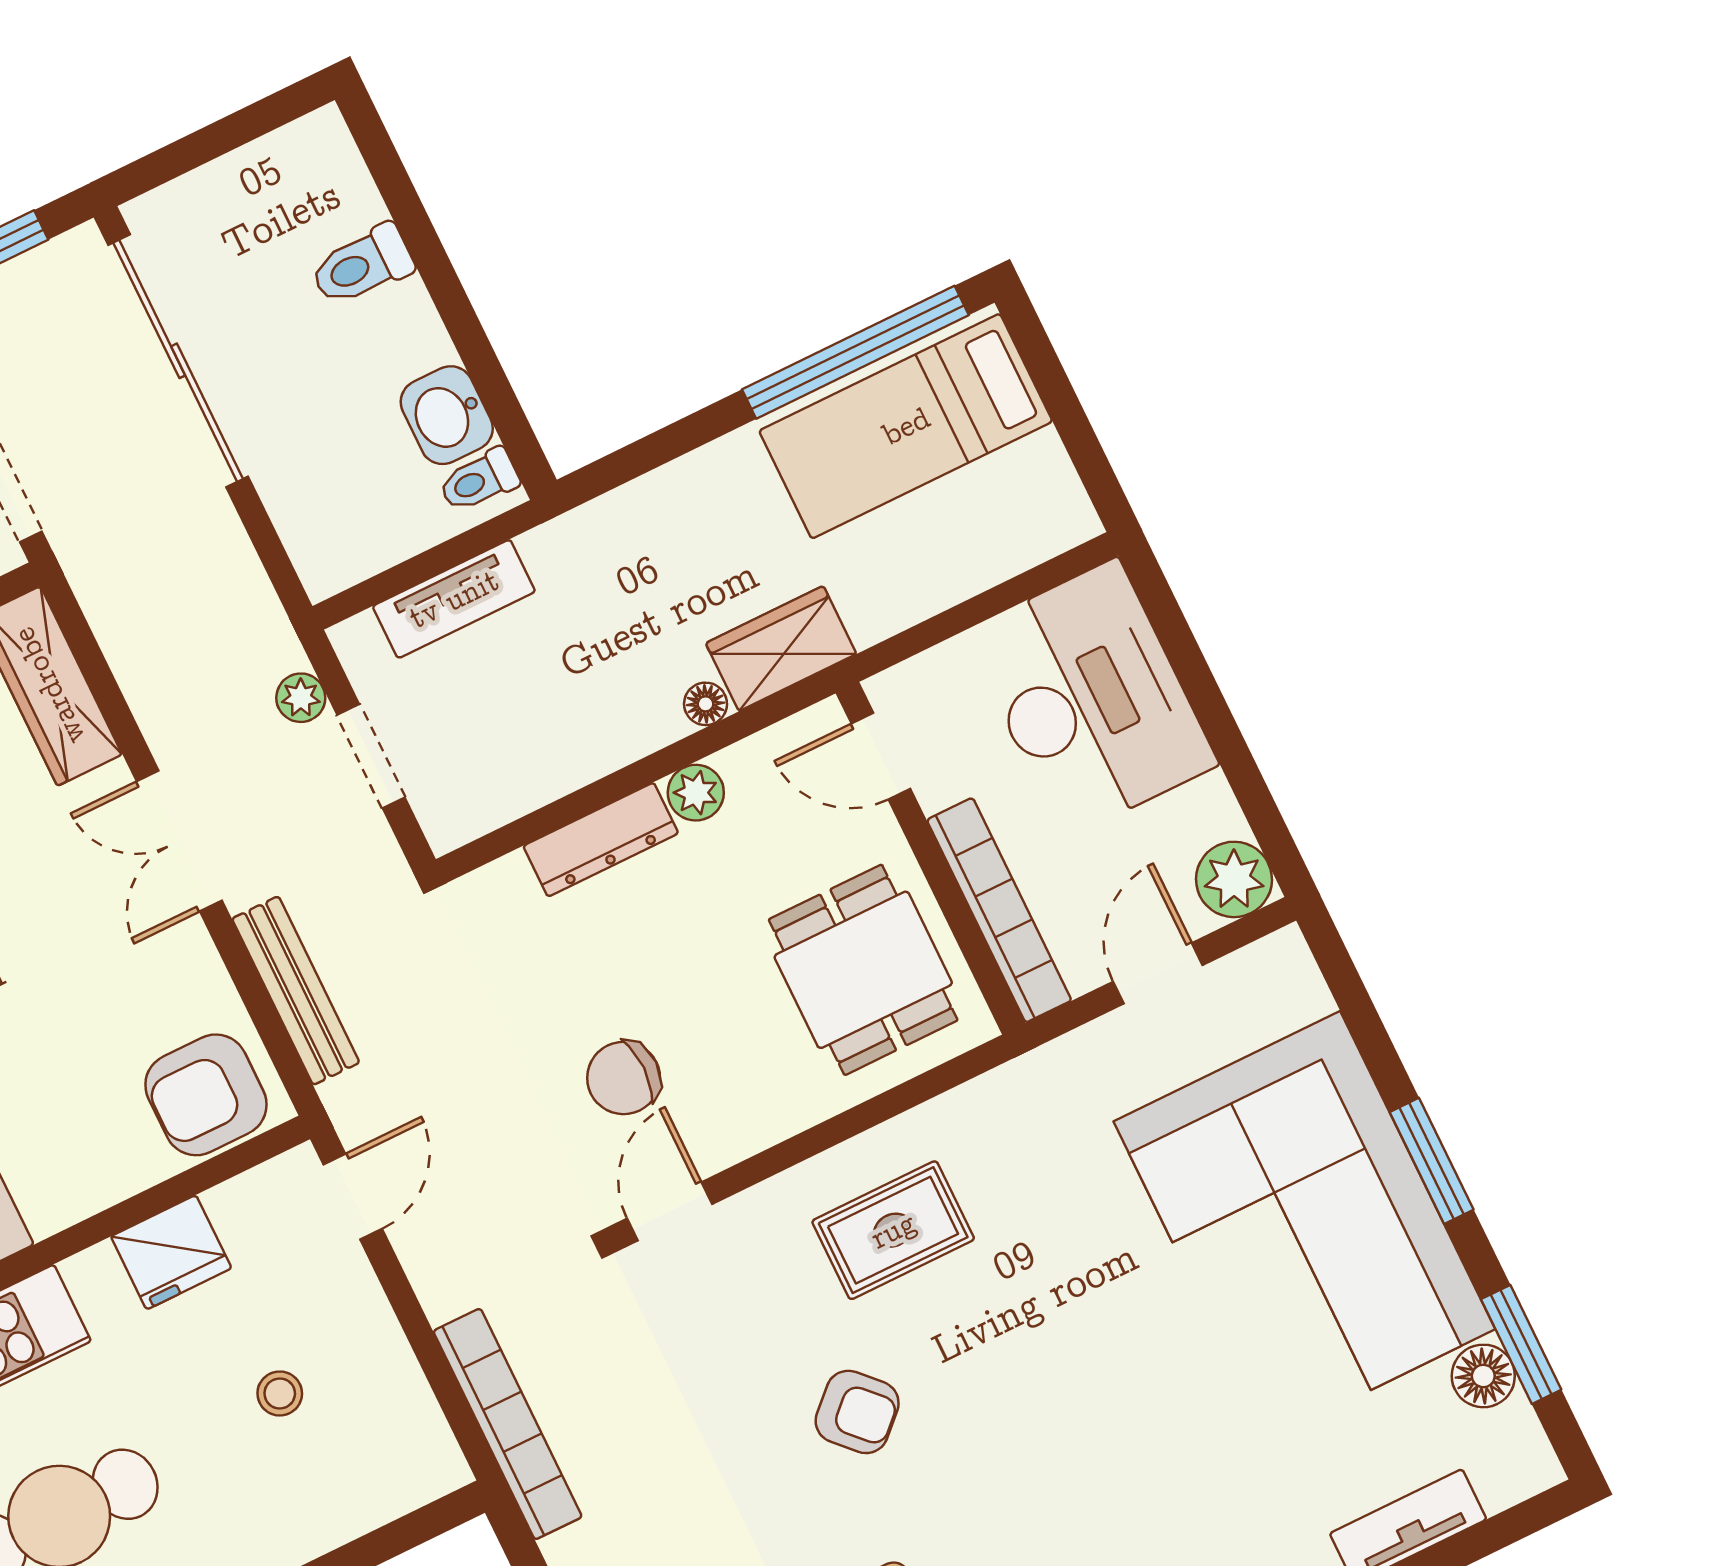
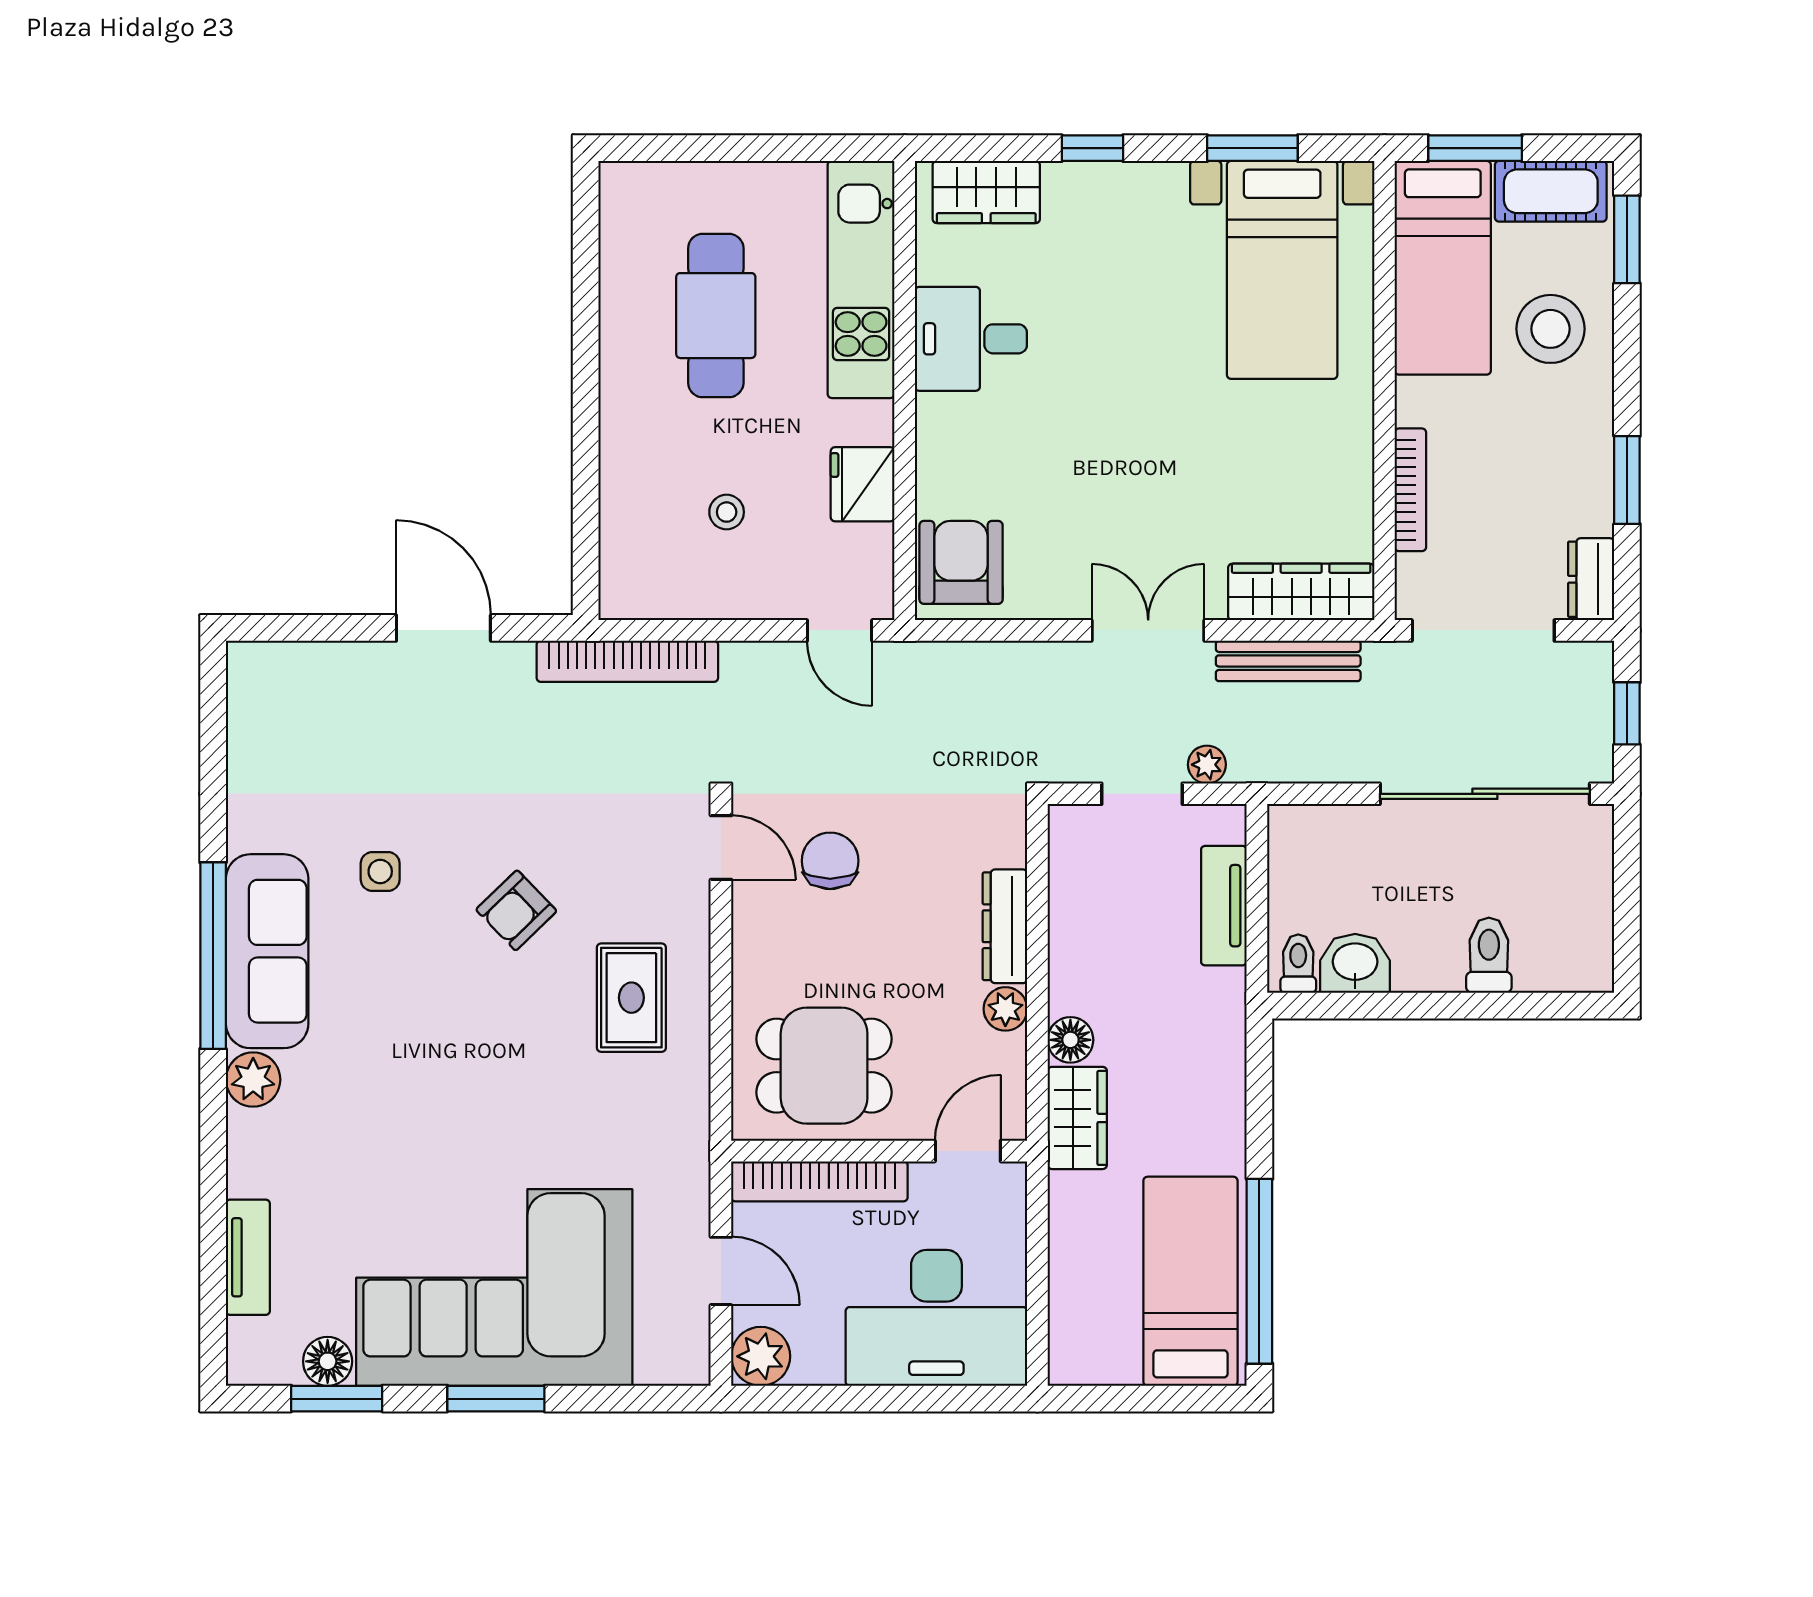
floor lamp: (706, 704) -> (1070, 1040), width x1.37, depth x1.37
bench: (296, 991) -> (1288, 661), moved

